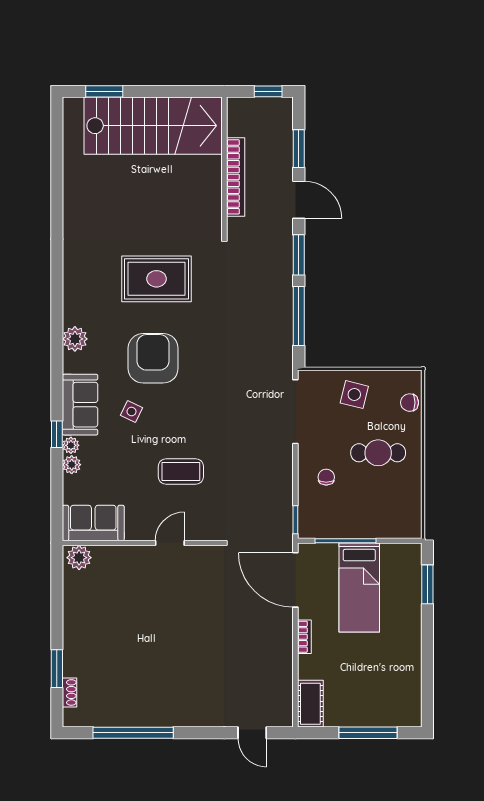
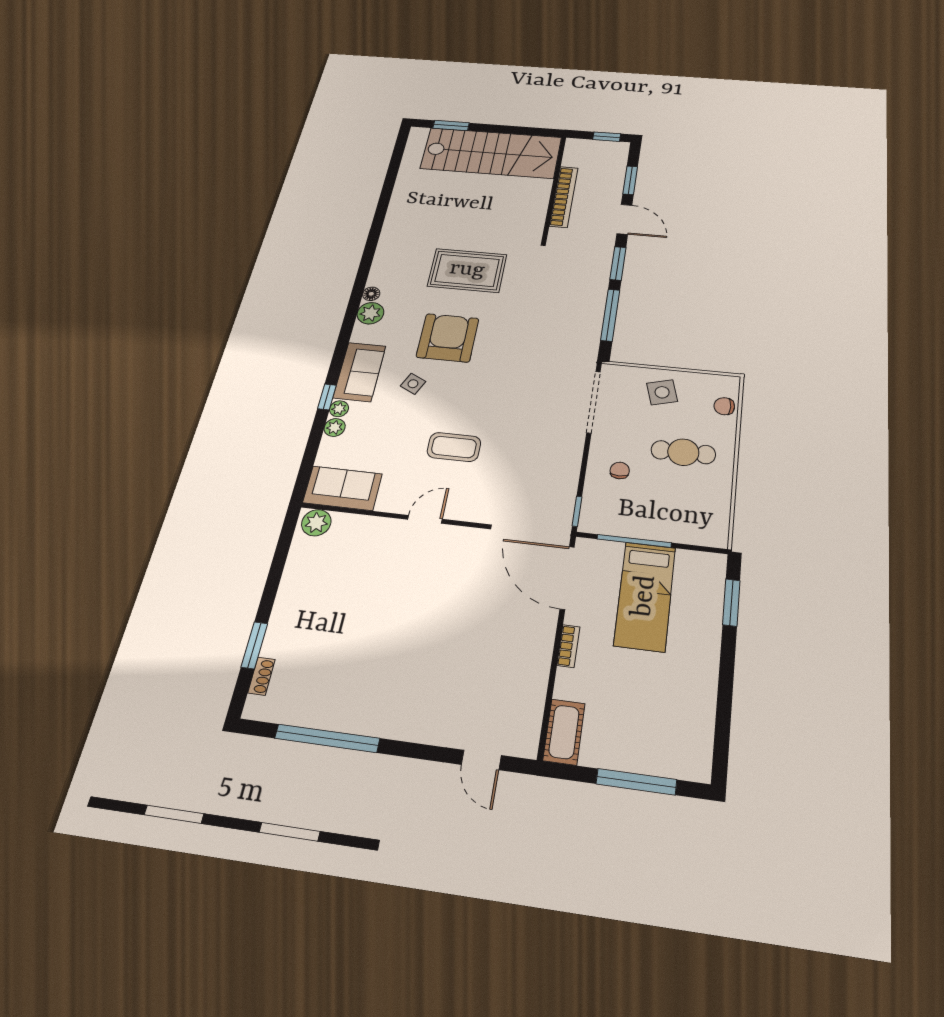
floor lamp: (71, 316) -> (371, 294), added
side table: (354, 395) -> (662, 392), turned -30

